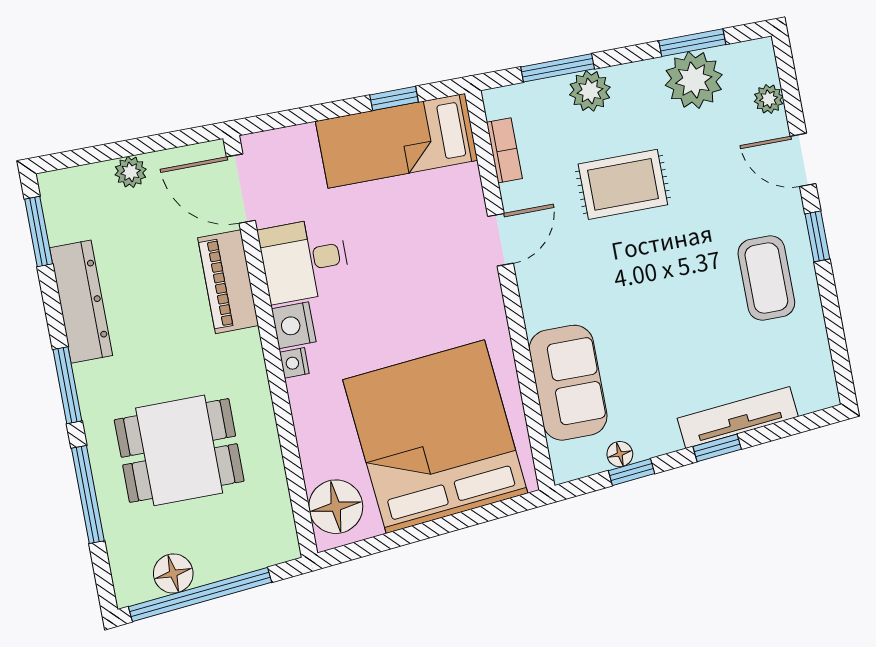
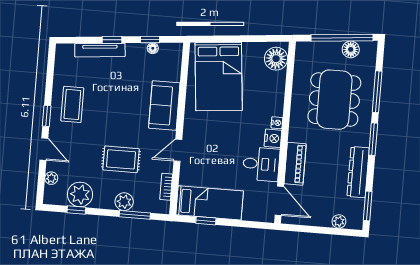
window: (692, 43) -> (76, 210), width x0.67
plant: (131, 172) -> (339, 221), moved
sofa: (568, 383) -> (164, 106), moved
bed: (435, 437) -> (219, 76), width x0.73
dining table: (179, 450) -> (334, 100), width x1.38

